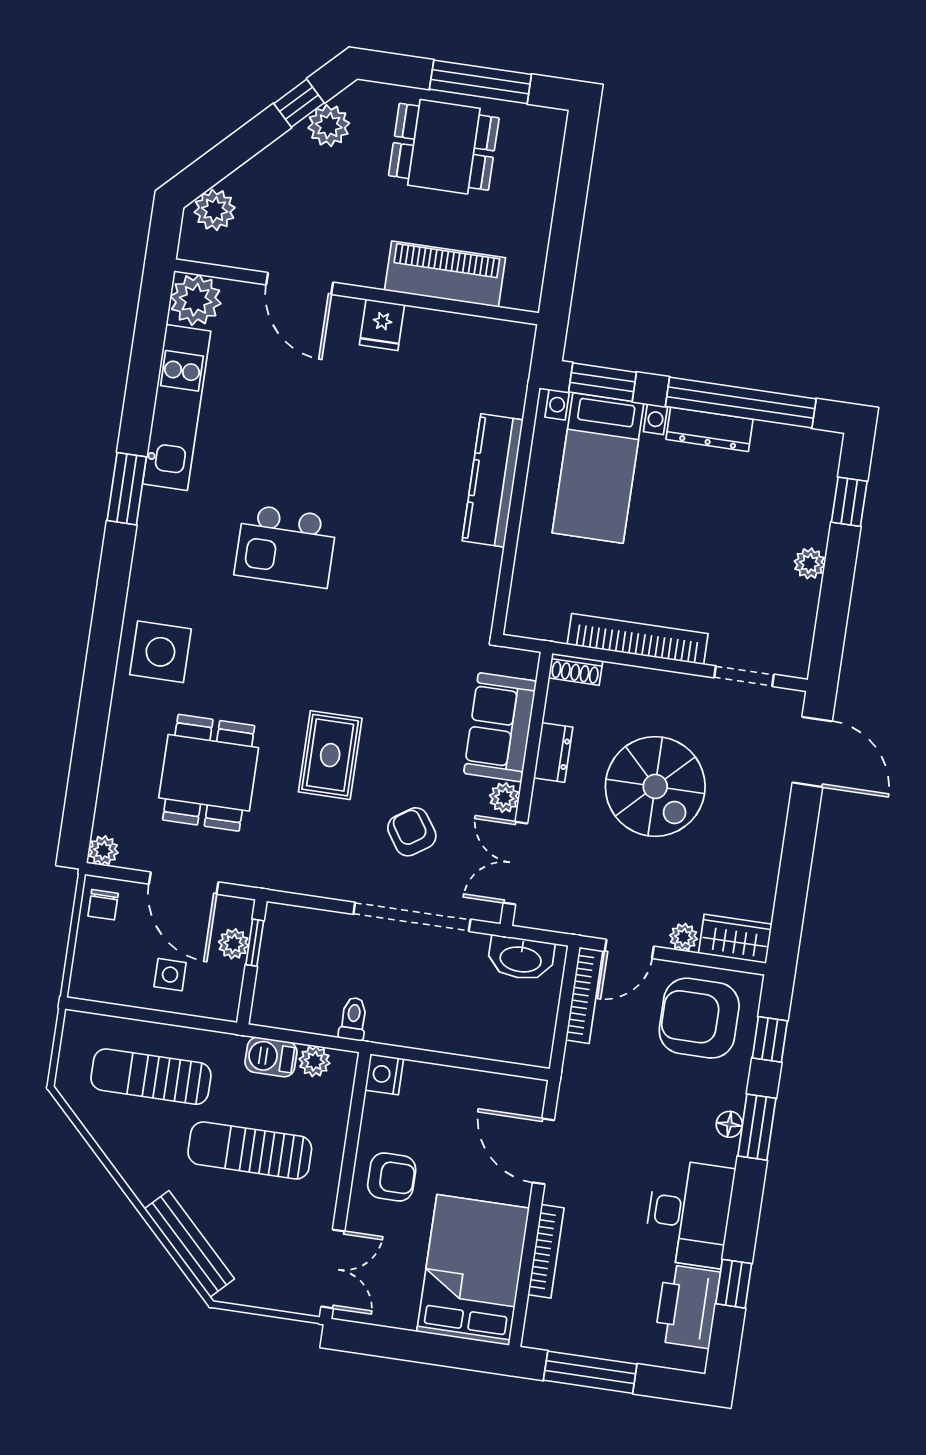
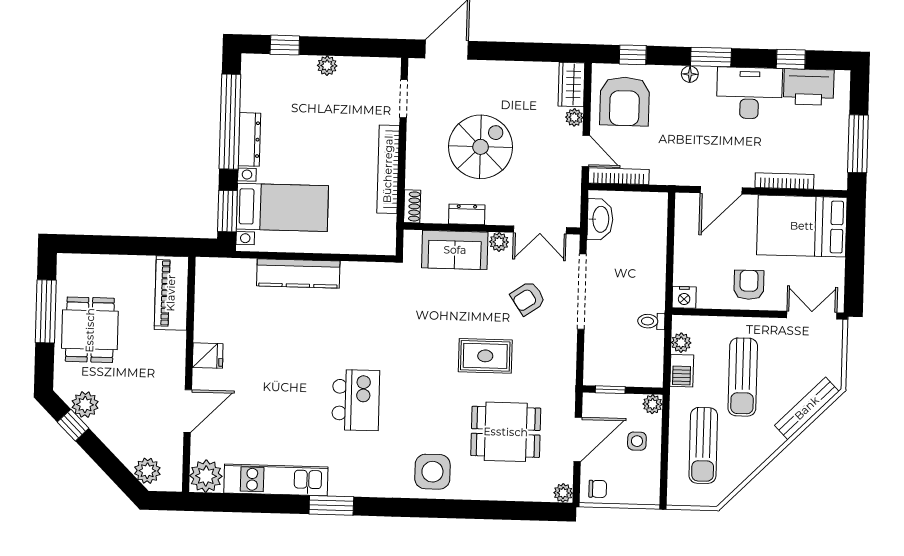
piano: (445, 274) -> (171, 293), moved
plant: (234, 944) -> (653, 404), moved
window: (757, 1127) -> (711, 57), moved

